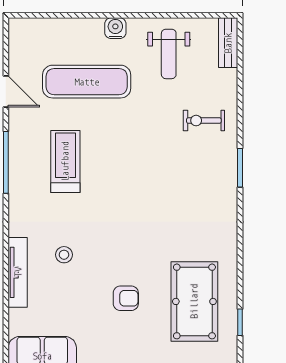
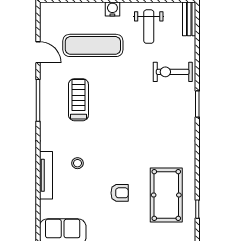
exercise bike: (204, 121) -> (173, 72), width x1.38, depth x1.39

